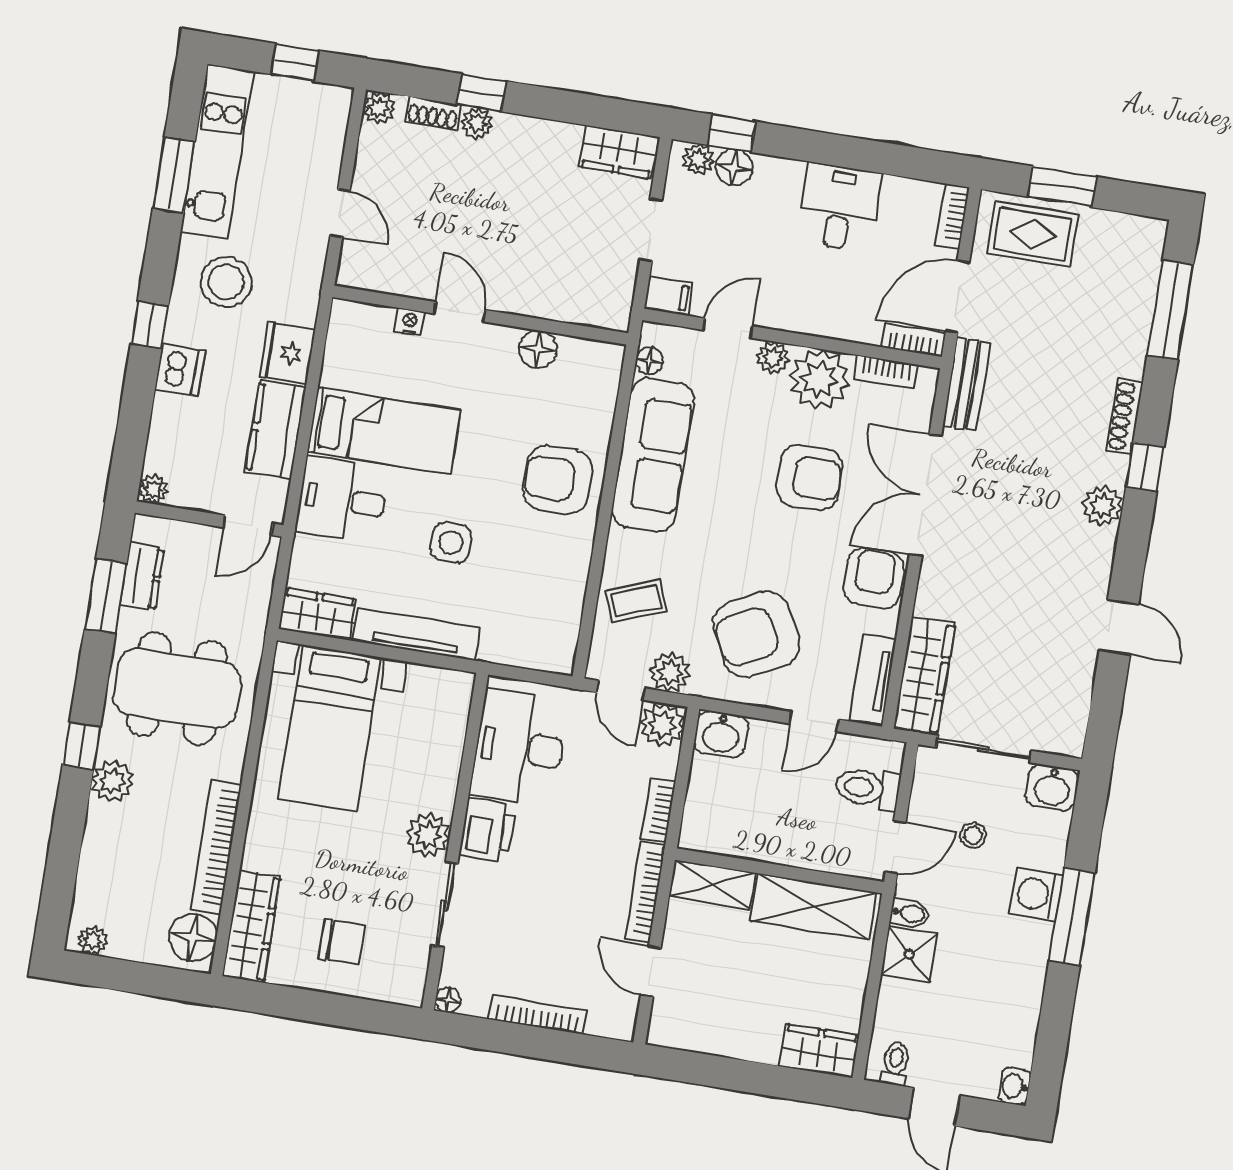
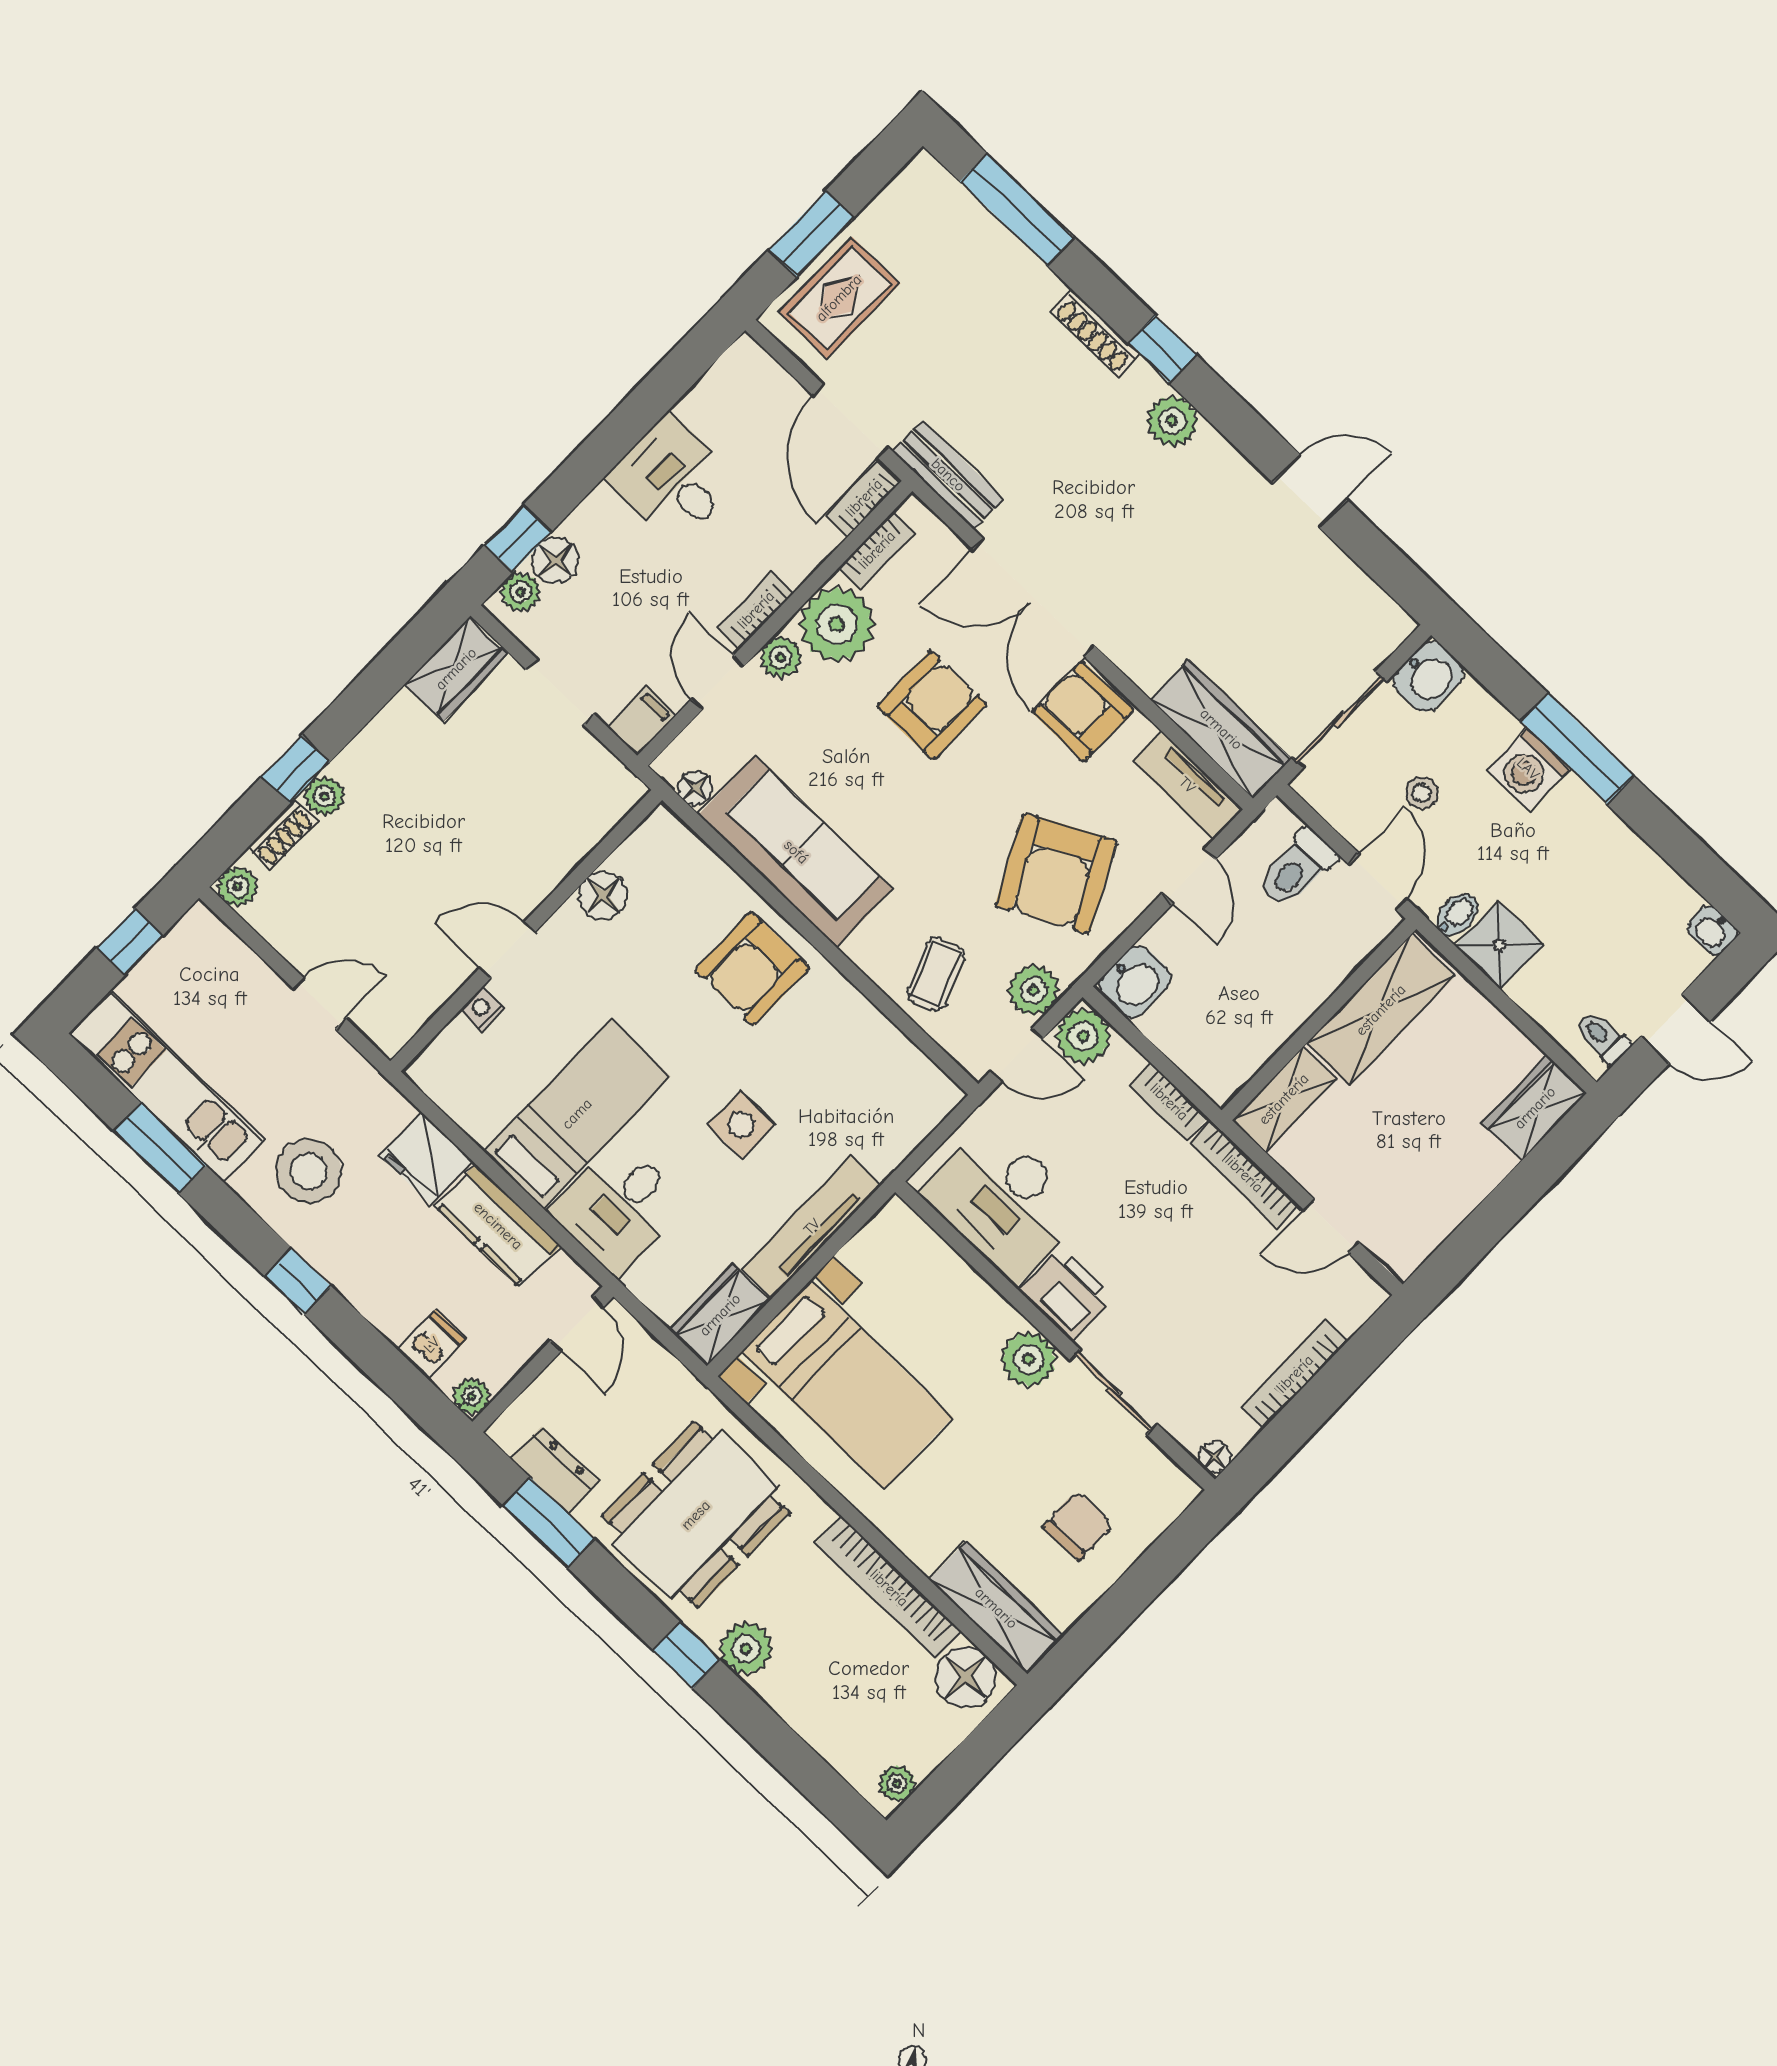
bookcase: (952, 216) -> (756, 610), moved, turned 90
dishwasher: (180, 370) -> (432, 1345), moved, width x0.73

